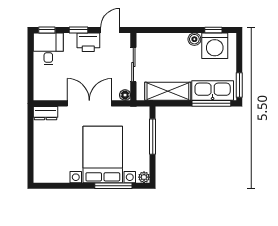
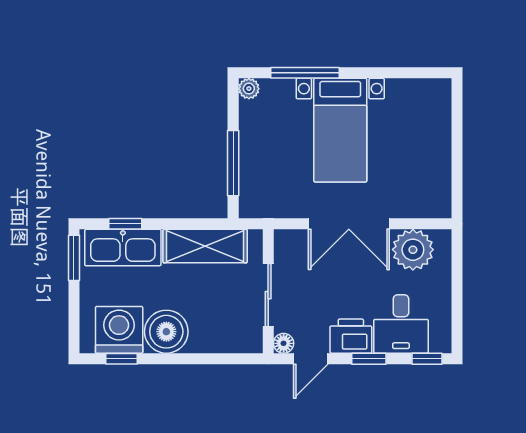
boiler: (194, 39) -> (166, 332), width x1.86, depth x1.86
desk: (48, 49) -> (401, 324), moved
plant: (55, 89) -> (413, 250), added
floor lamp: (125, 95) -> (284, 343), moved
window: (211, 103) -> (125, 224), width x0.46
dresser: (45, 113) -> (430, 206), removed
bed with nightstands: (103, 155) -> (340, 130), width x0.73

